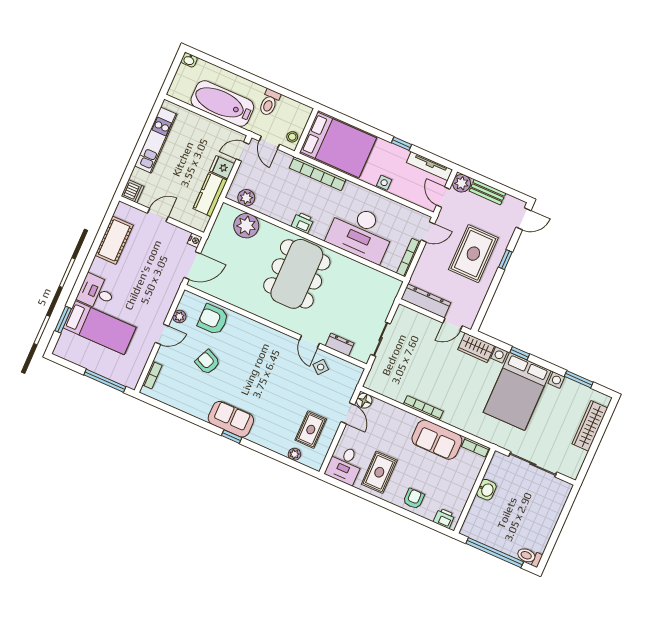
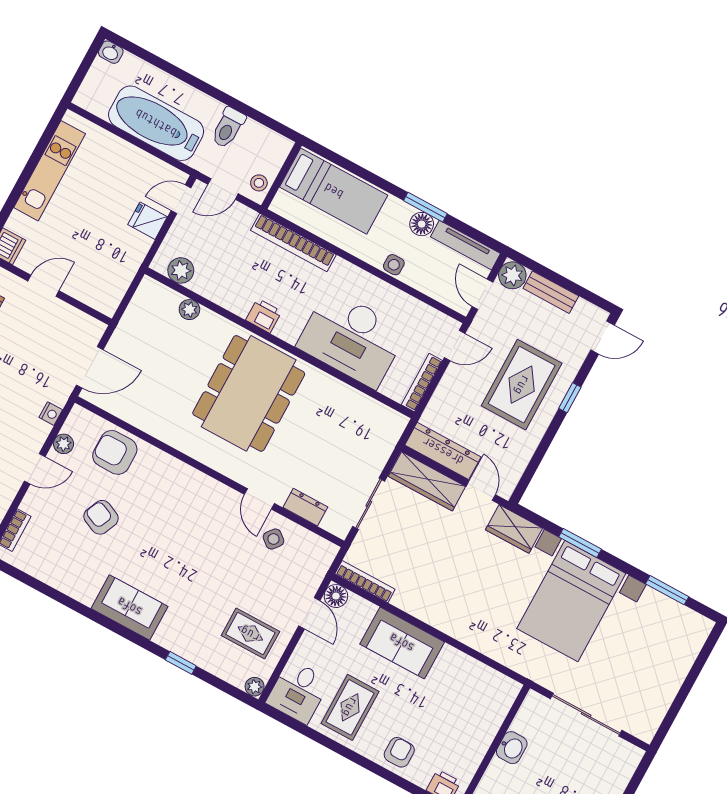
door: (269, 143) -> (223, 189), hinge flipped
window: (401, 144) -> (425, 207), width x1.50
bed: (338, 145) -> (334, 191), width x0.67
floor lamp: (400, 155) -> (422, 224), added
kitchen counter: (210, 194) -> (126, 261), removed
plant: (246, 226) -> (189, 310), width x0.53, depth x0.53
nightstand: (195, 240) -> (51, 414), moved
door: (453, 324) -> (481, 490), swing flipped
window: (520, 353) -> (580, 543), width x1.50
bookcase: (423, 408) -> (365, 582), moved
wardrobe: (590, 426) -> (427, 481), moved, turned -90
rug: (311, 430) -> (250, 634), turned 90
window: (232, 437) -> (181, 663), moved
sofa: (437, 440) -> (402, 643), moved
bookcase: (475, 447) -> (500, 681), removed
plant: (294, 454) -> (255, 687), moved

